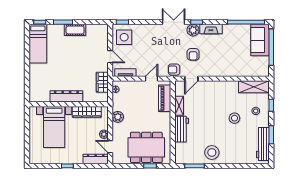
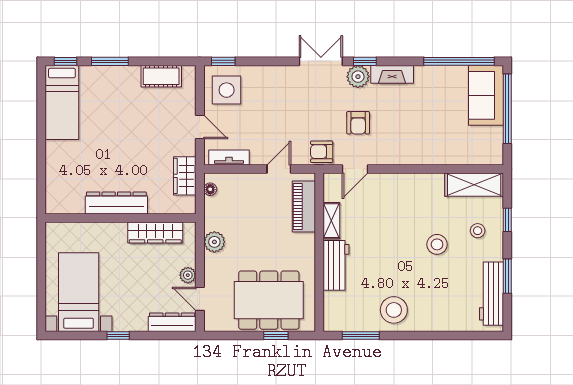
cot: (75, 30) -> (161, 76), moved
bed with nightstands: (54, 127) -> (79, 292), moved, turned 180

